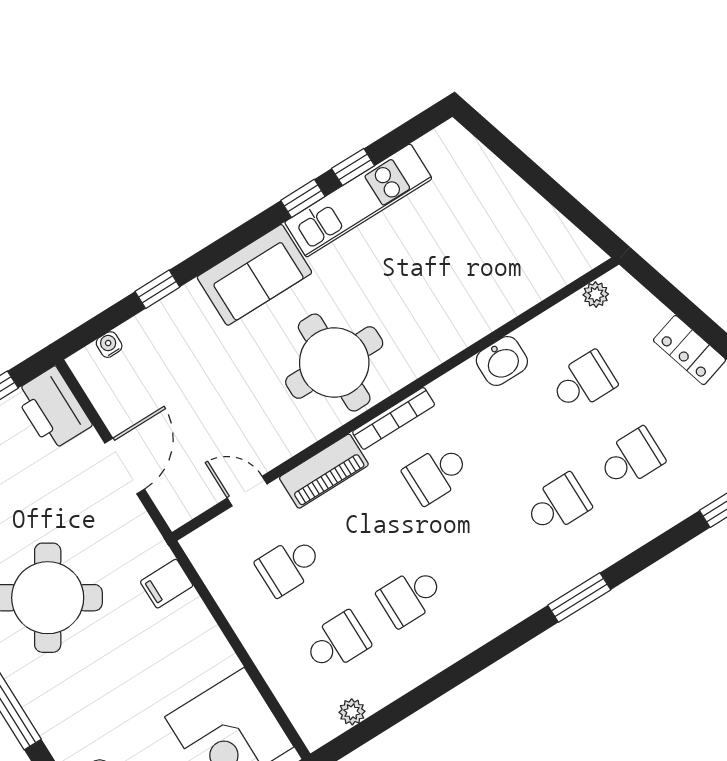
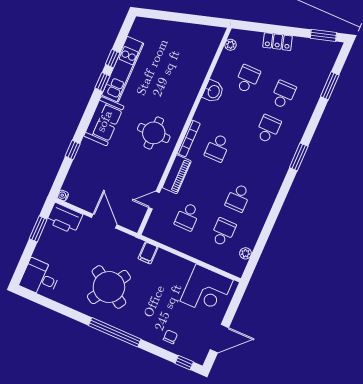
water cooler: (109, 345) -> (63, 195), moved
round table: (334, 363) -> (154, 133), width x0.73, depth x0.73

